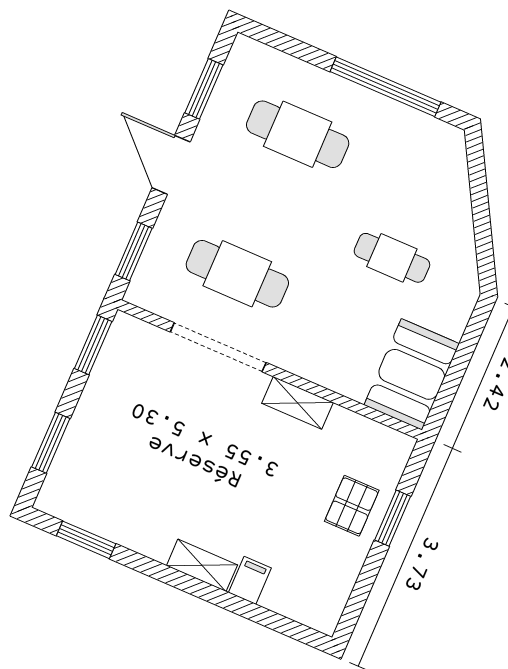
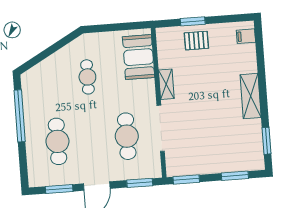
booth: (412, 374) -> (139, 57), moved, turned 90
shelving: (202, 565) -> (251, 96), width x1.50, depth x1.33
filing cabinet: (250, 580) -> (246, 36), moved

